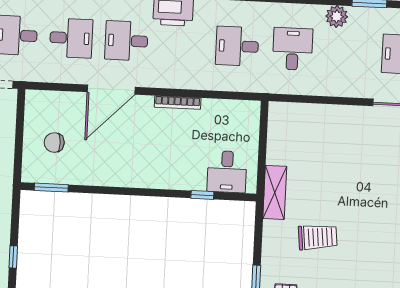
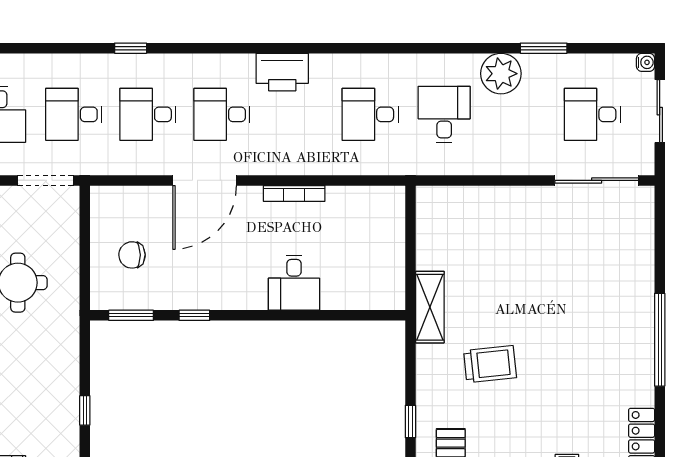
plant: (337, 16) -> (501, 74), width x1.36, depth x1.36
desk: (71, 38) -> (148, 114), turned 180
desk: (227, 172) -> (294, 283), moved
window: (202, 195) -> (194, 315), moved

